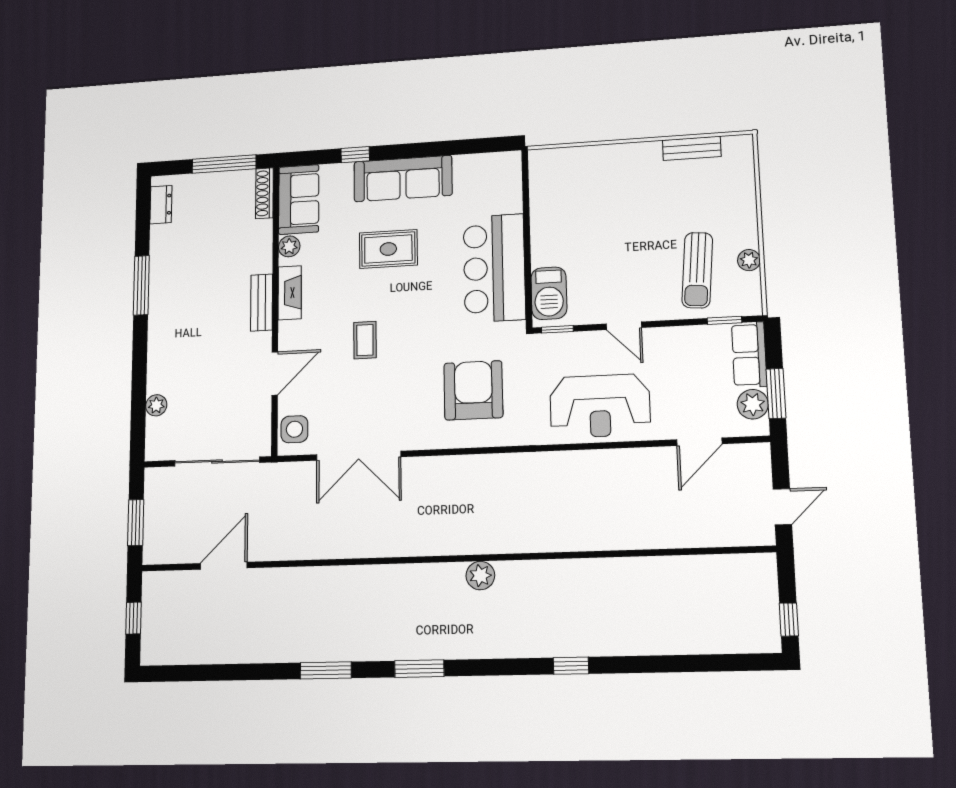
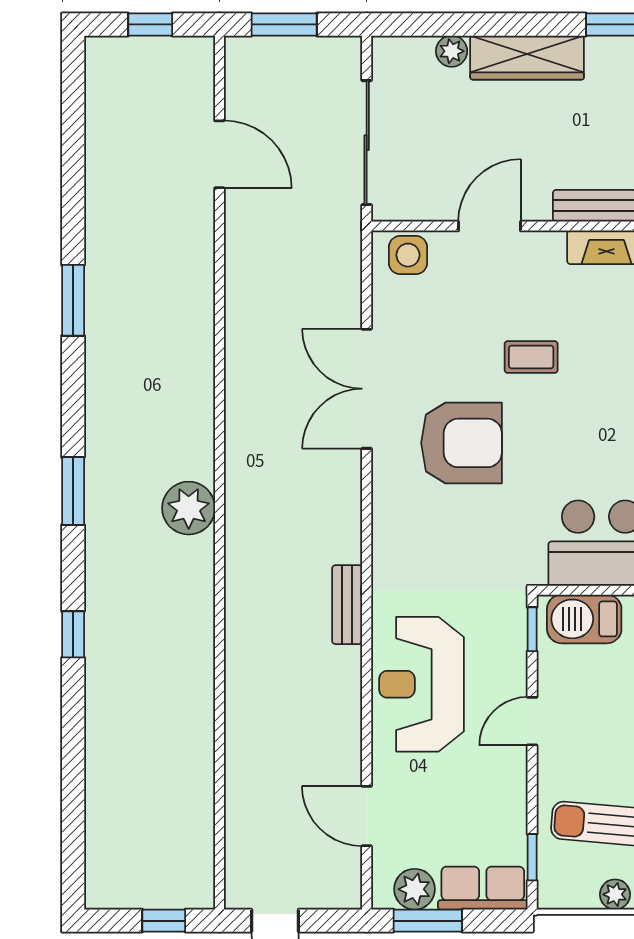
wardrobe: (162, 354) -> (527, 58), added
door: (275, 374) -> (489, 226), swing flipped
armchair: (473, 390) -> (461, 443), moved
double door: (359, 456) -> (367, 389), moved
bench: (543, 462) -> (347, 605), added
plant: (480, 576) -> (189, 508), width x1.36, depth x1.36
window: (789, 620) -> (164, 921), moved
window: (419, 669) -> (73, 491), moved

